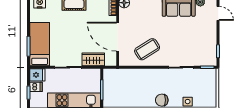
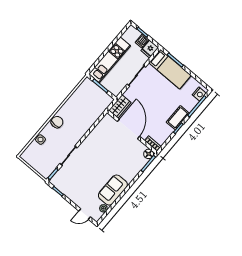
door: (118, 37) -> (128, 129), hinge flipped
coffee table: (147, 49) -> (102, 142), removed
wardrobe: (93, 59) -> (120, 106), moved

